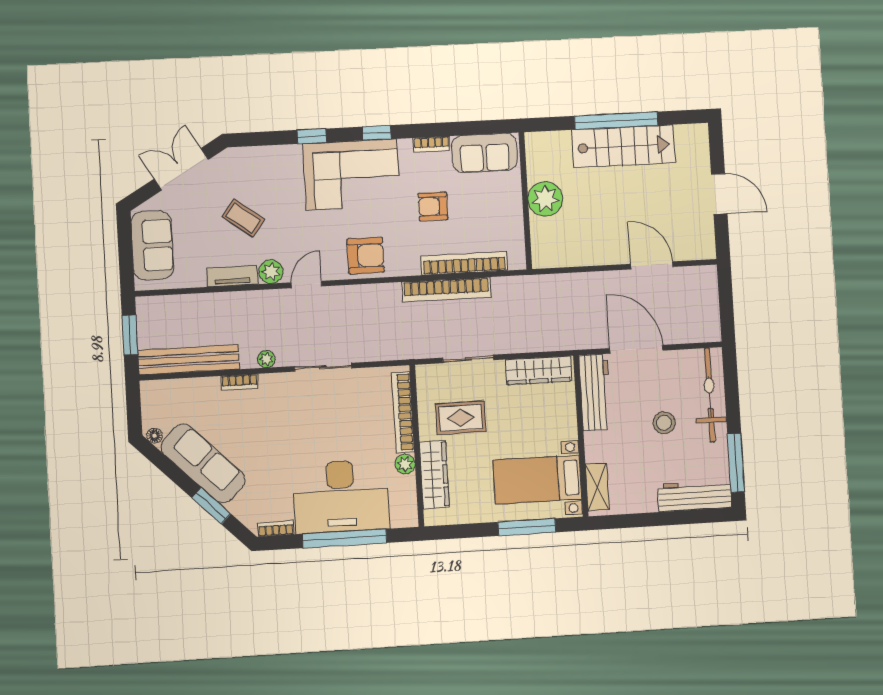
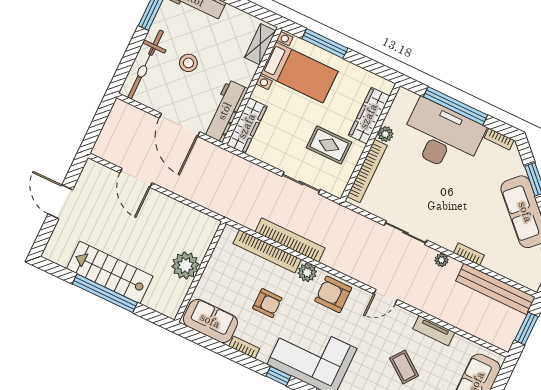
plant: (271, 272) -> (307, 272), moved
wardrobe: (538, 370) -> (247, 126), moved, turned 90

